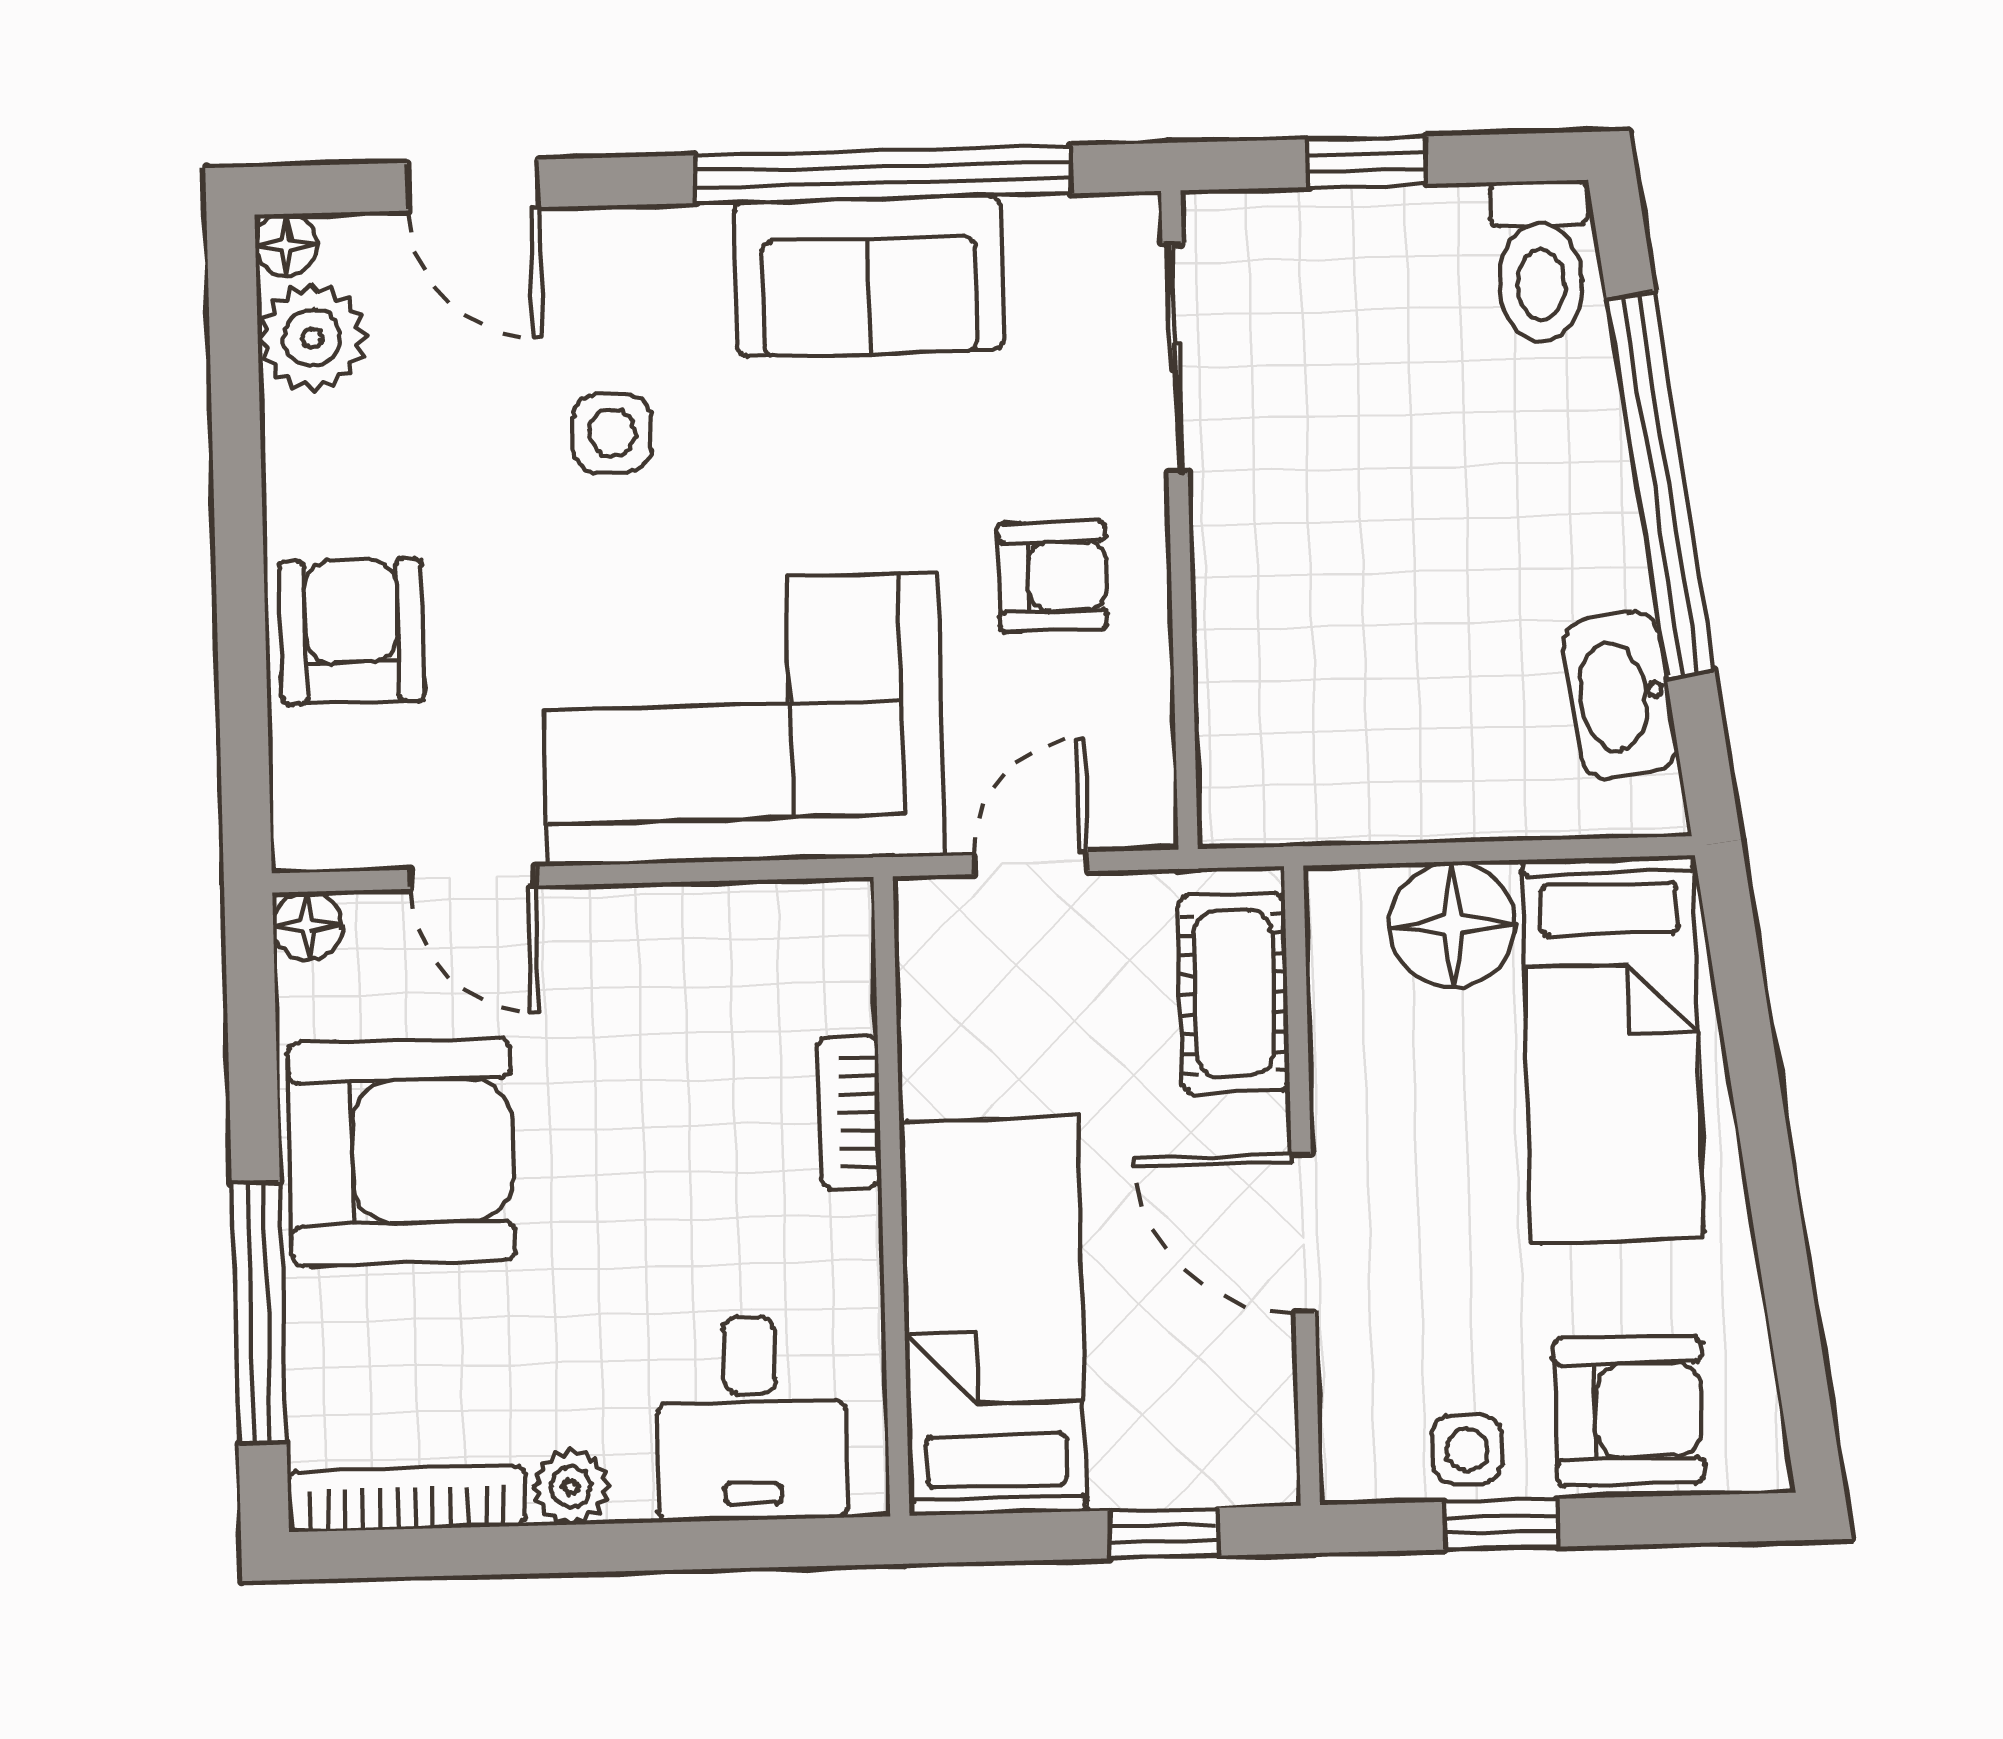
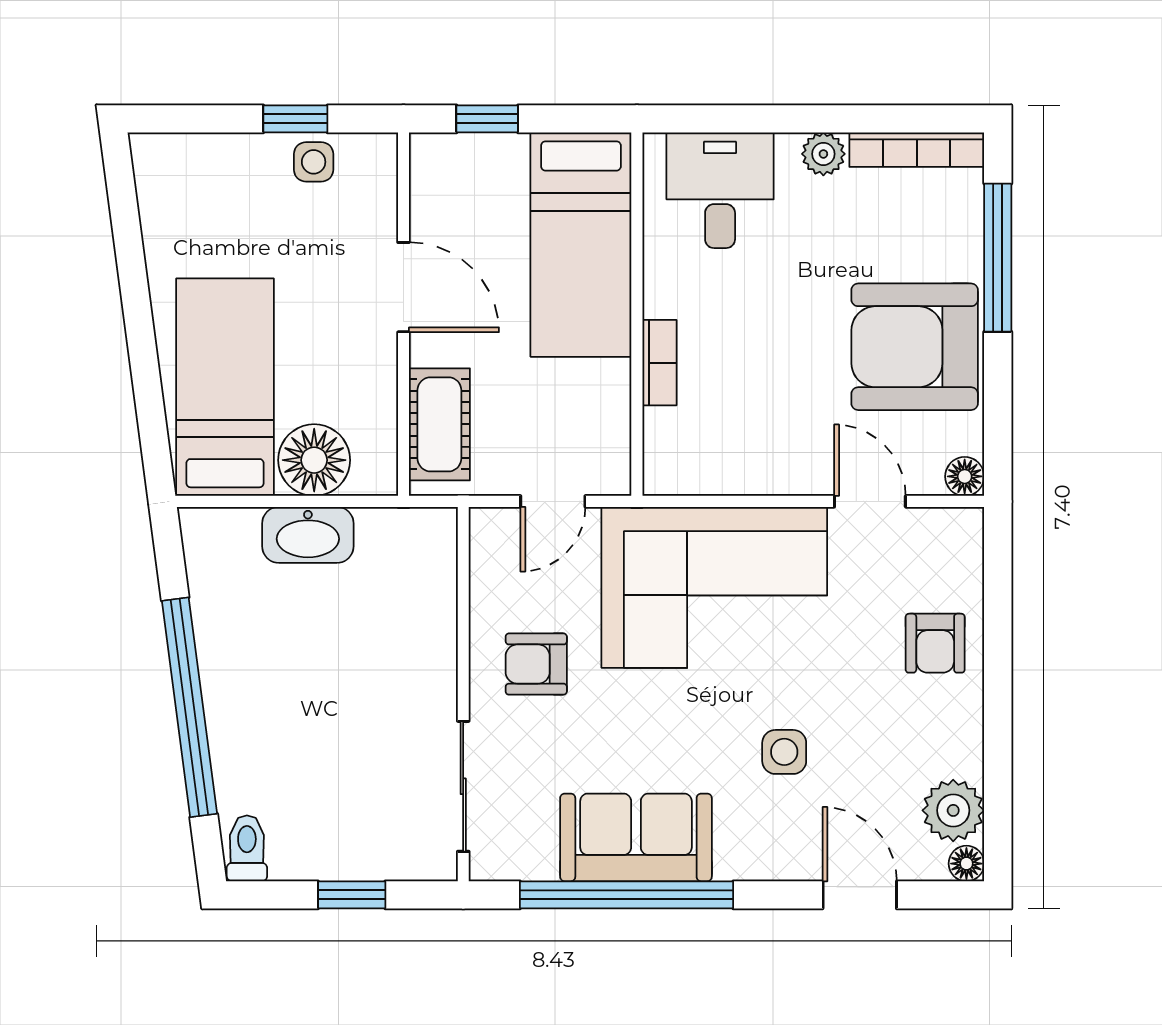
toilet: (1540, 262) -> (247, 848), width x0.73, depth x0.72
armchair: (352, 631) -> (935, 643), width x0.72, depth x0.72
washbasin: (1620, 695) -> (308, 535), moved, turned 97
armchair: (1629, 1411) -> (221, 181), removed

